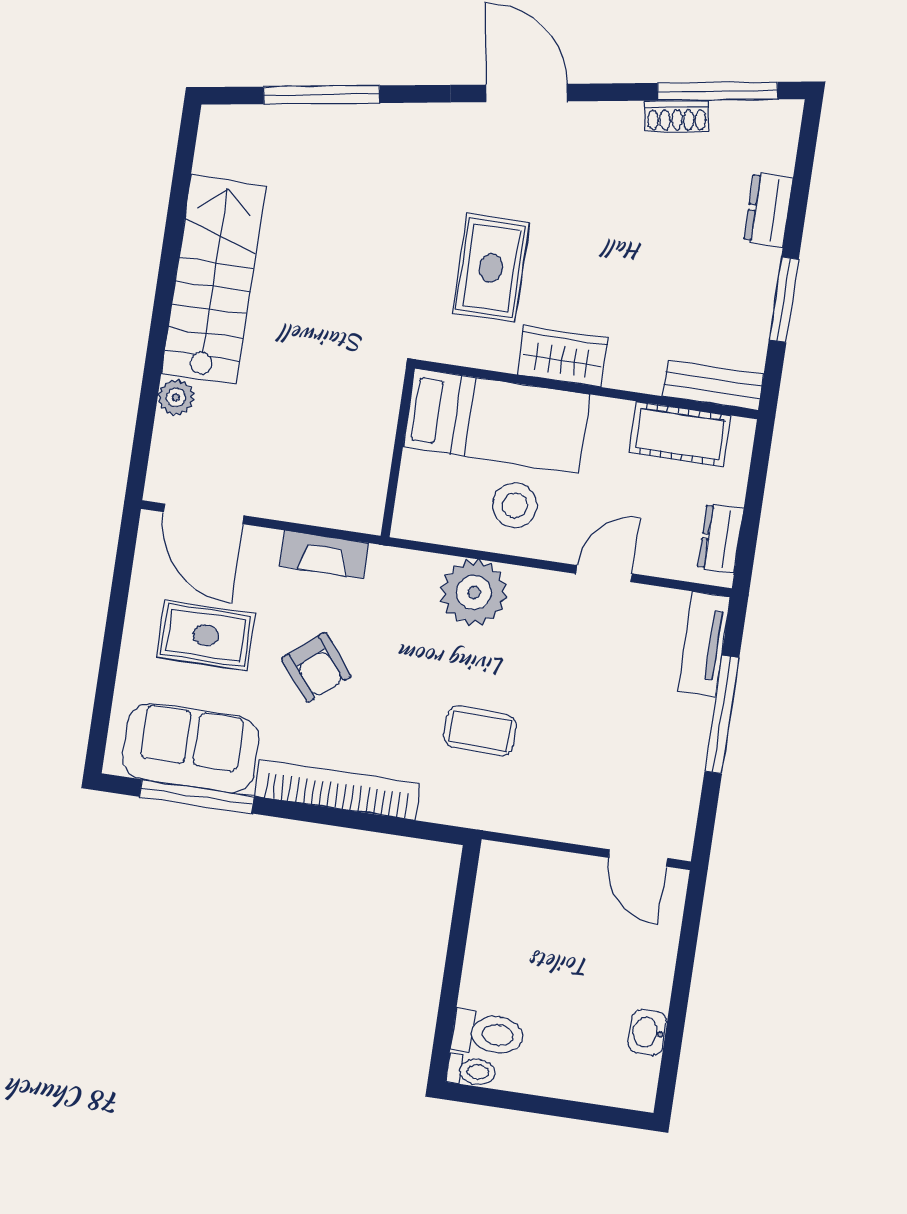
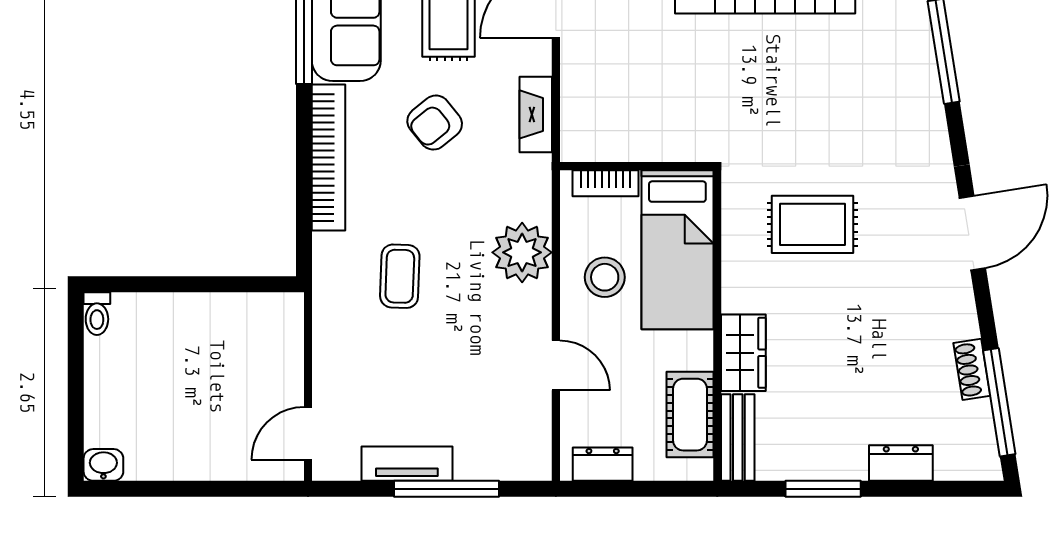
wardrobe: (563, 356) -> (743, 353), moved
bookcase: (411, 489) -> (605, 183), added
tv unit: (704, 644) -> (407, 464), moved
washbasin: (648, 1032) -> (103, 465), moved
toilet: (488, 1033) -> (132, 323), removed

